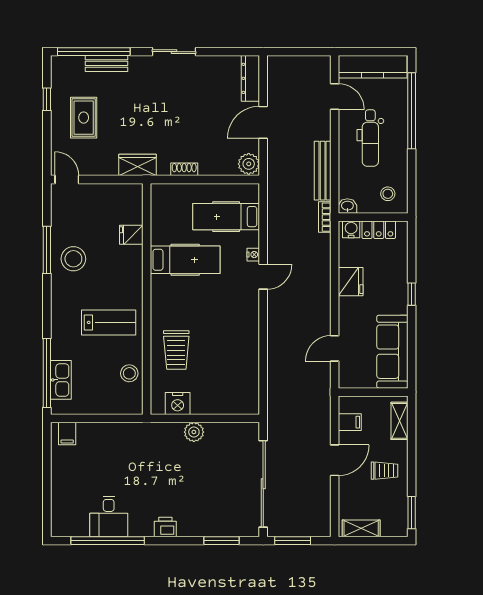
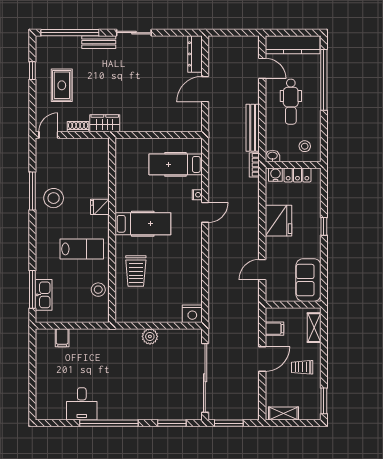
bench: (106, 63) -> (99, 42), moved
plant: (249, 164) -> (194, 122), removed
shoe rack: (184, 169) -> (78, 127), moved
door: (67, 180) -> (48, 135), hinge flipped
fridge: (131, 235) -> (100, 207), moved
hospital bed: (185, 260) -> (143, 224), moved
fridge: (351, 282) -> (278, 221), width x1.36, depth x1.34
sofa: (392, 352) -> (308, 280), width x0.73
window: (47, 373) -> (32, 289), width x0.68
nightstand: (178, 403) -> (192, 314), moved
filing cabinet: (67, 434) -> (62, 338), moved
trolley: (384, 471) -> (302, 367), turned 180
printer: (165, 527) -> (127, 412), removed
window: (108, 541) -> (109, 423), moved

